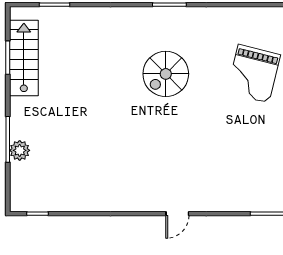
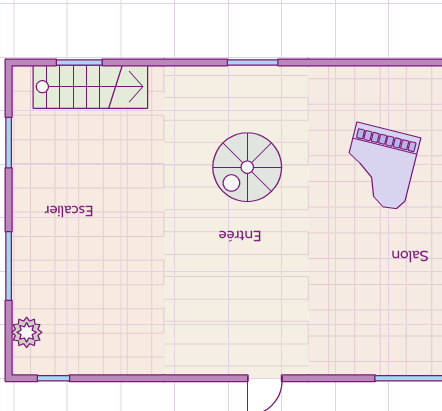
stairs: (24, 58) -> (90, 87), moved, turned 90
plant: (20, 150) -> (27, 332), moved

